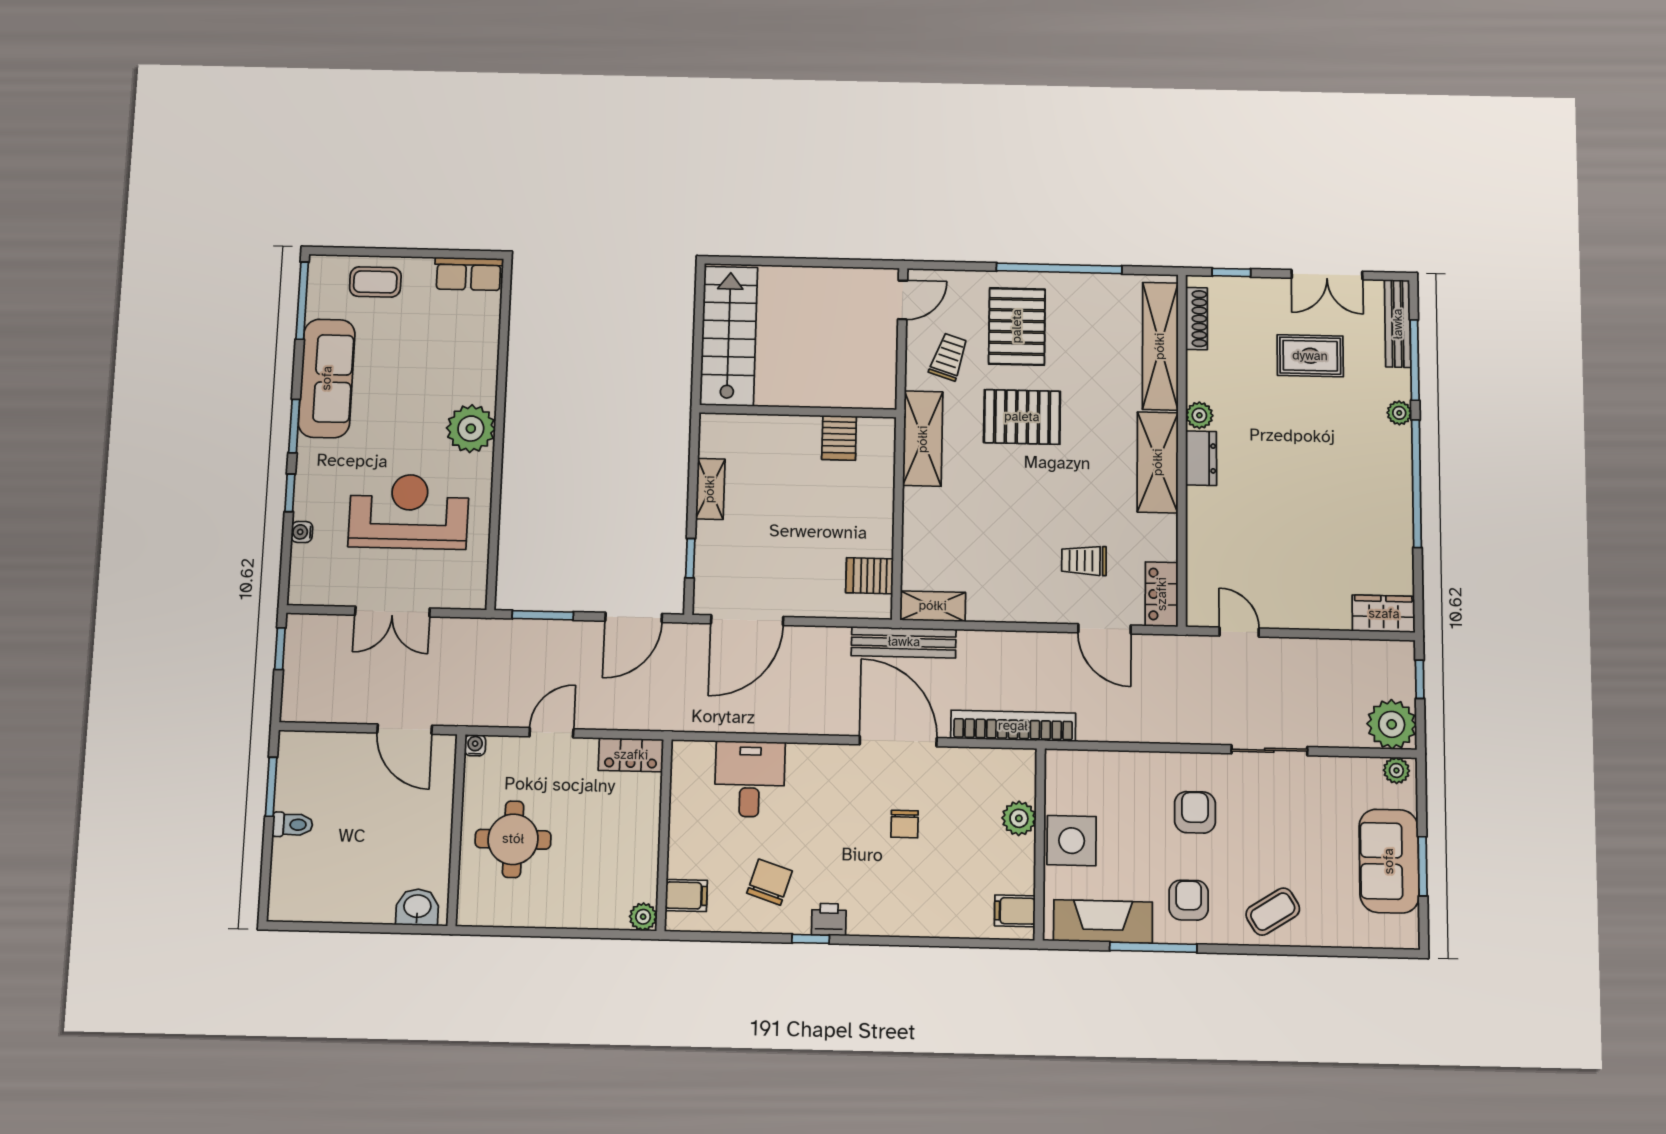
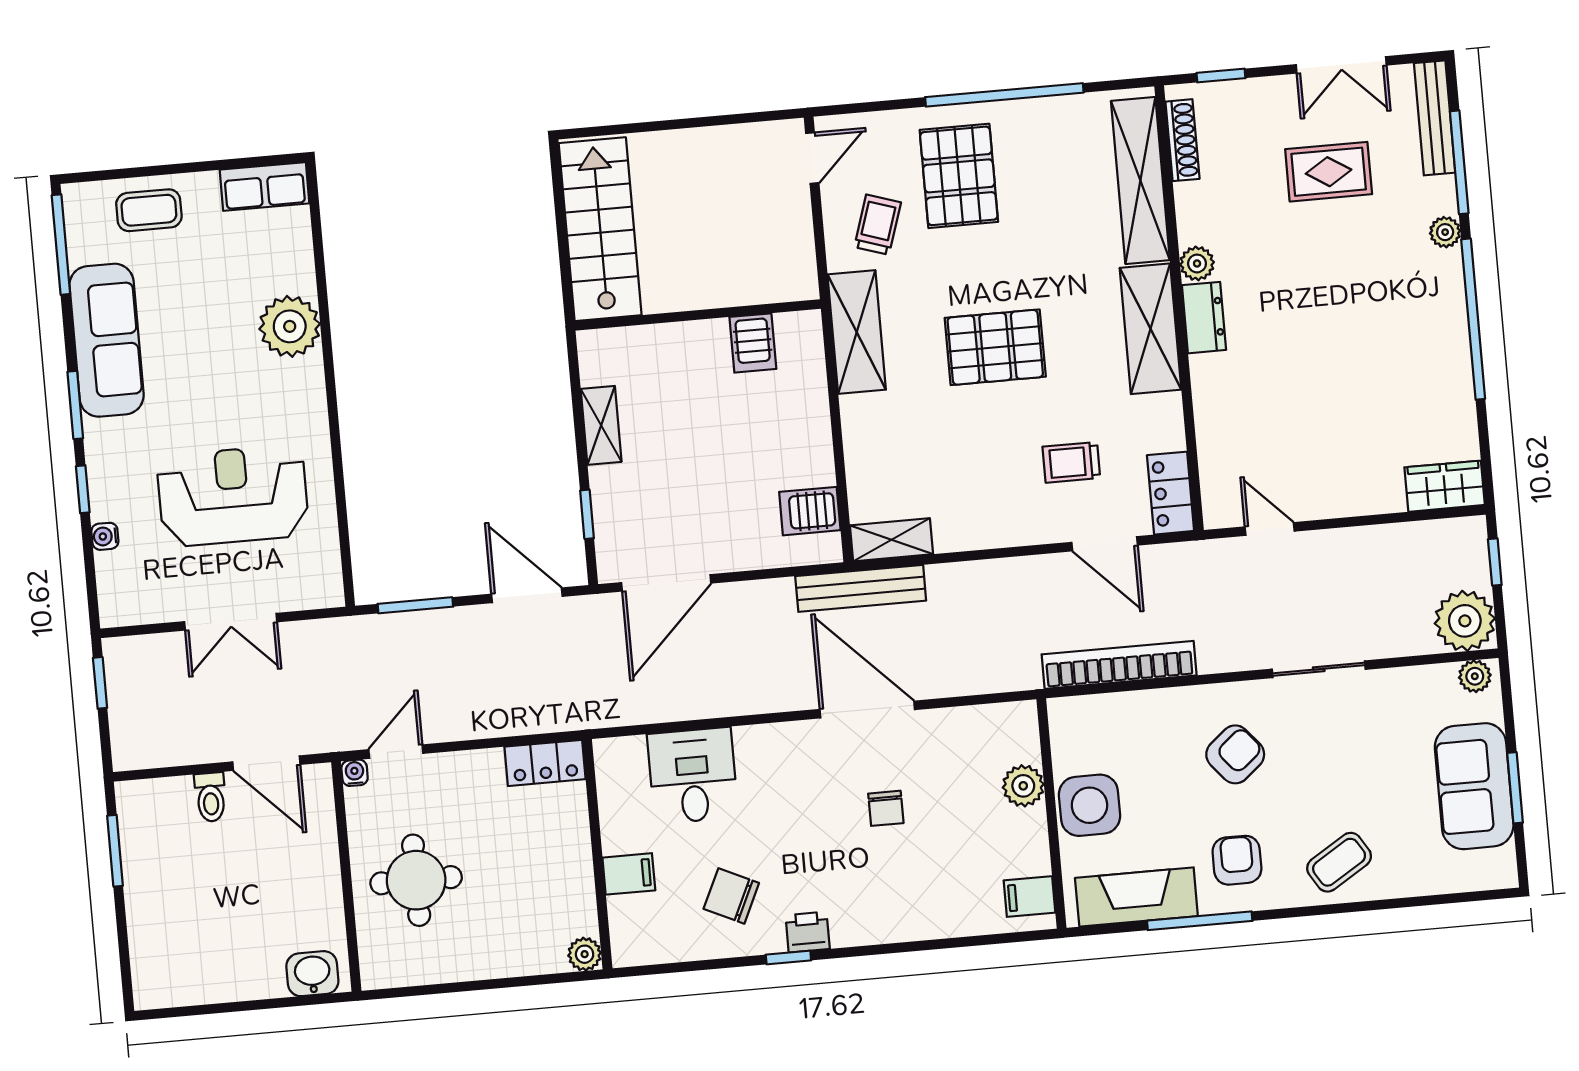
pallet: (1022, 417) -> (995, 347), moved
plant: (471, 429) -> (290, 326), moved
door: (634, 617) -> (527, 595), swing flipped
bookcase: (1013, 726) -> (1119, 665), moved
door: (551, 733) -> (396, 752), moved
armchair: (1195, 812) -> (1235, 754), turned 50
toilet: (293, 825) -> (211, 797), moved, turned 90
chair: (770, 882) -> (731, 896), turned -83
filing cabinet: (686, 895) -> (629, 874), moved

